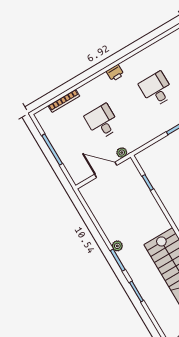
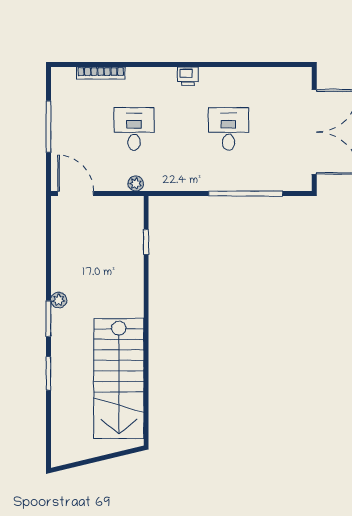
door: (106, 170) -> (76, 194), moved

